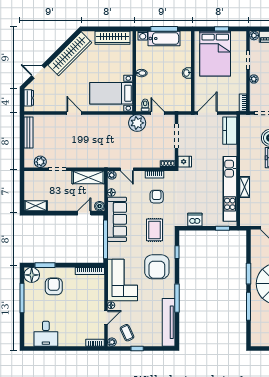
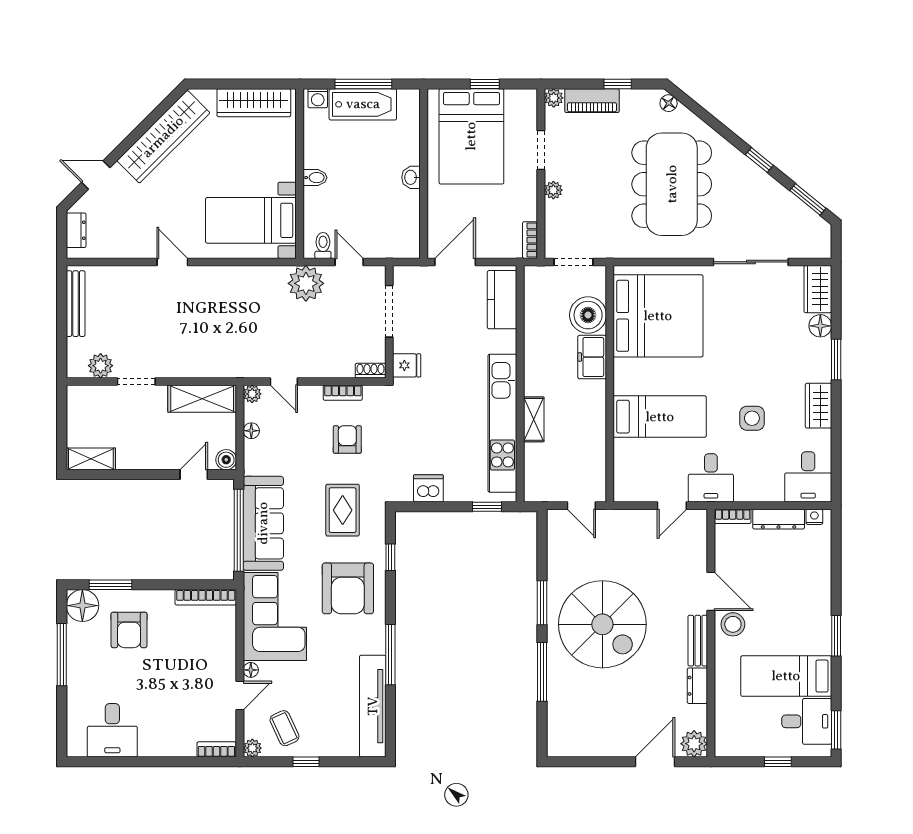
sofa: (117, 219) -> (263, 523), moved
armchair: (54, 286) -> (129, 630), turned 180

